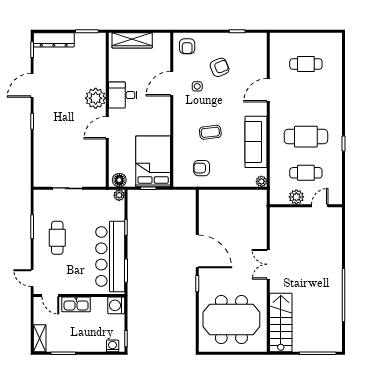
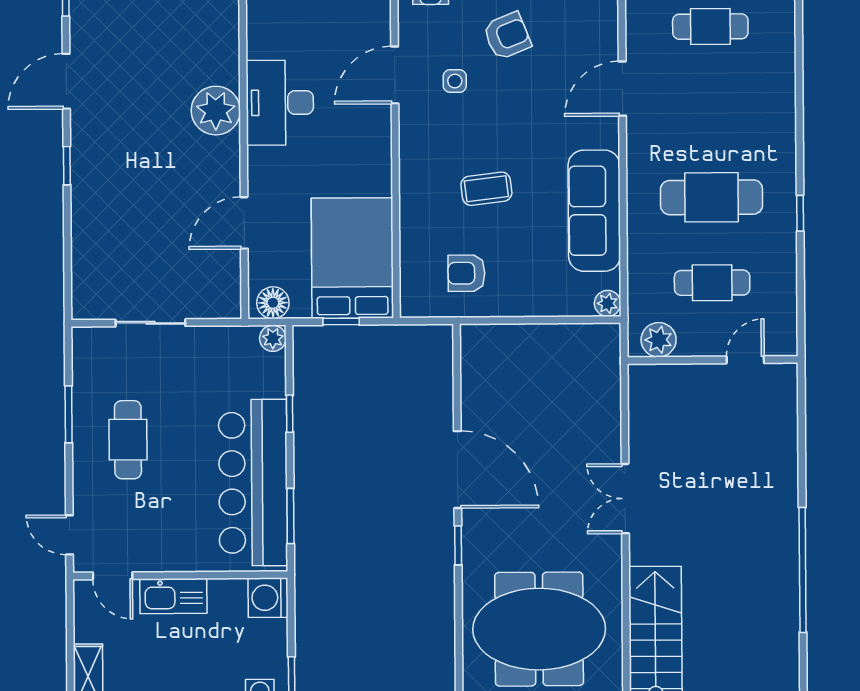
desk: (123, 95) -> (280, 103), width x1.37
door: (107, 128) -> (244, 223), moved
plant: (296, 197) -> (659, 340), moved

